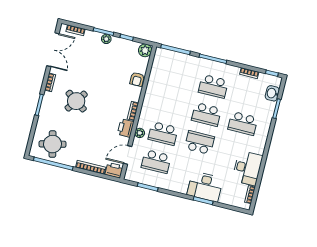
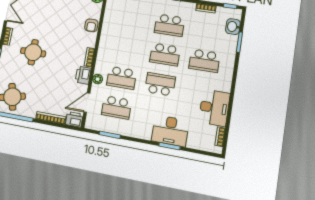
round table: (76, 101) -> (33, 52), turned -35

